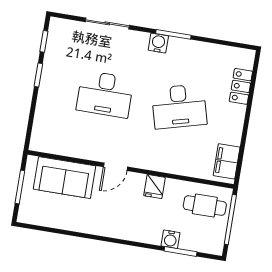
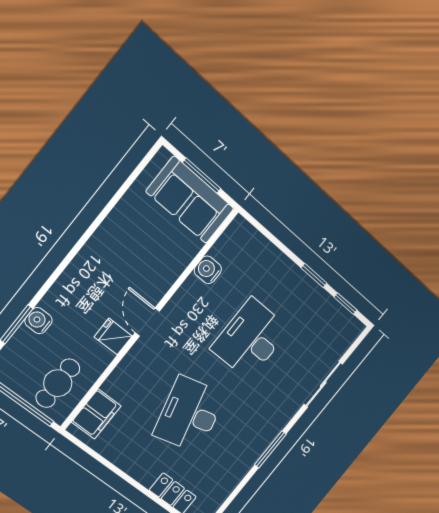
water cooler: (158, 43) -> (208, 270), moved, turned 180
filing cabinet: (227, 161) -> (96, 414), moved, turned 90
door: (116, 167) -> (147, 322), moved
sofa: (65, 178) -> (190, 200), moved, turned -90

